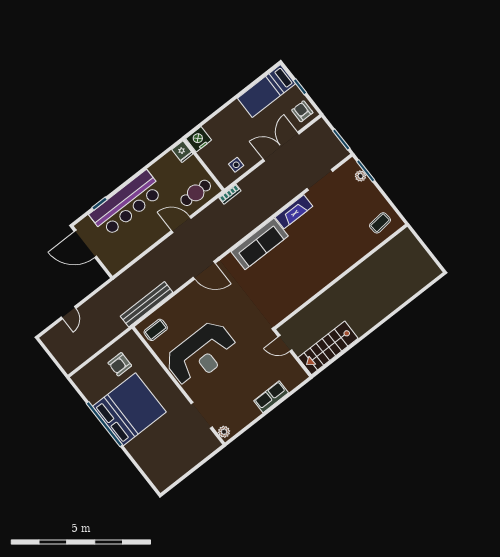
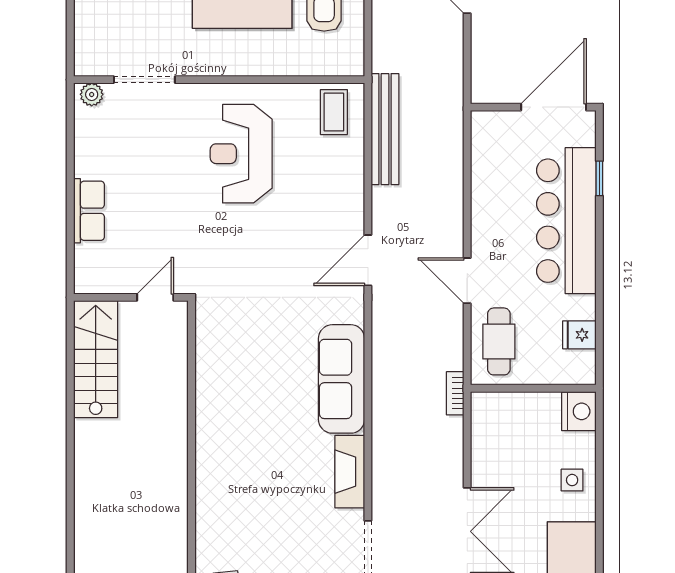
fridge: (182, 152) -> (579, 335), moved
side table: (236, 165) -> (572, 480), moved
door: (181, 224) -> (467, 281), swing flipped
reception desk: (201, 354) -> (241, 154), width x0.74, depth x0.77

